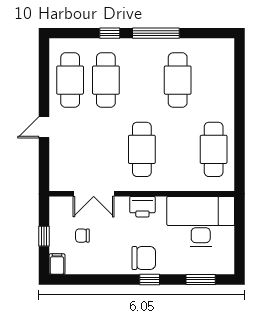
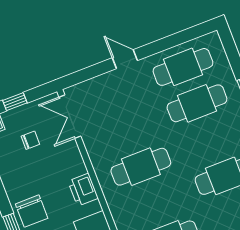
double door: (94, 194) -> (70, 117), moved
chair: (82, 236) -> (30, 140), turned 90

